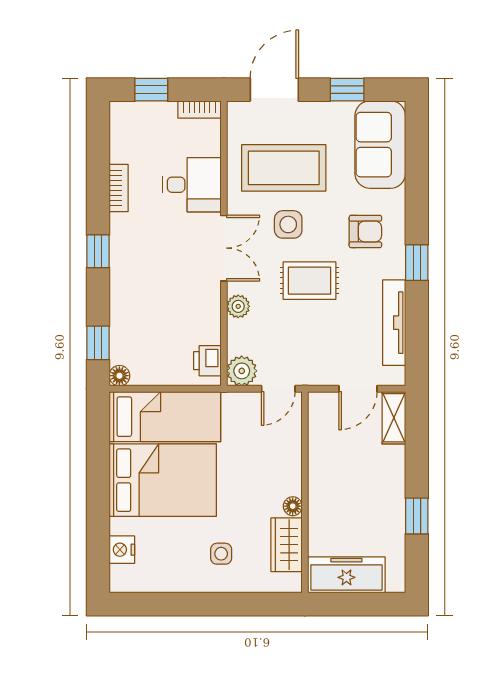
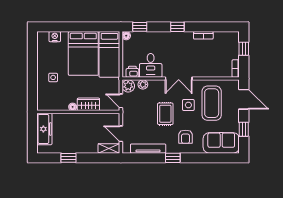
desk: (192, 185) -> (151, 65), moved
plant: (238, 306) -> (143, 84), moved
wardrobe: (287, 545) -> (88, 104), moved

